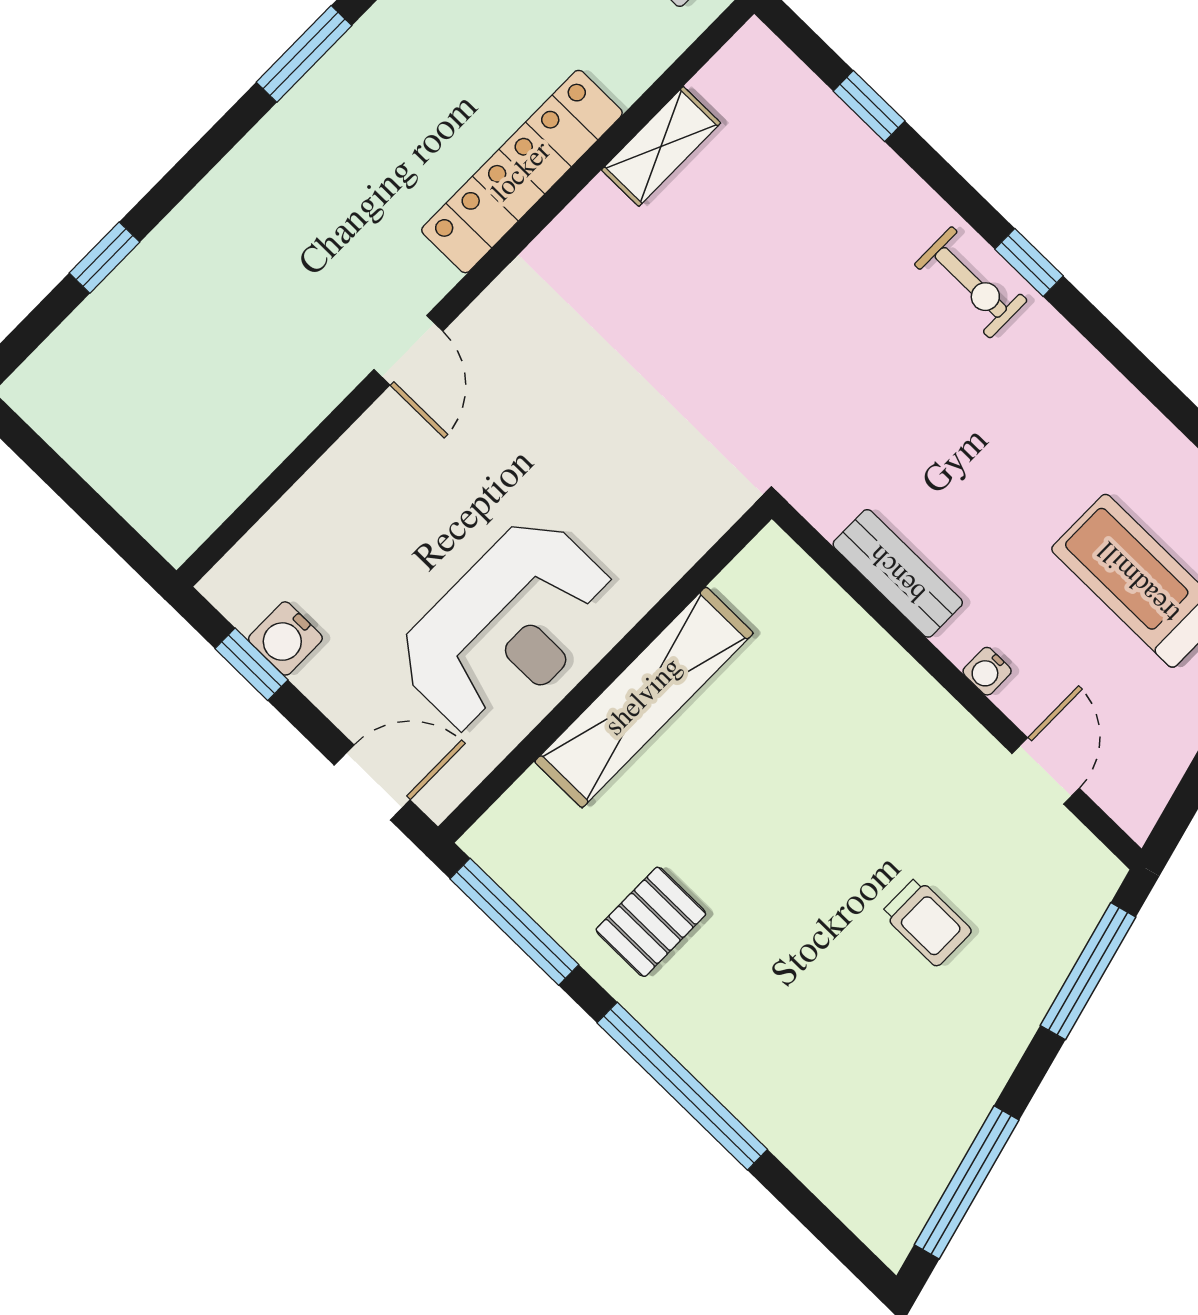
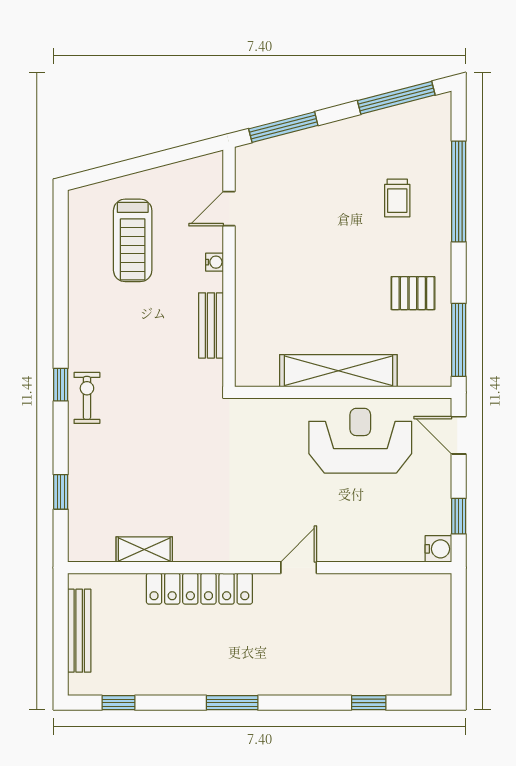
water cooler: (285, 638) -> (438, 549), moved
trolley: (927, 922) -> (397, 198), moved, turned 180
window: (682, 1086) -> (459, 191), moved

